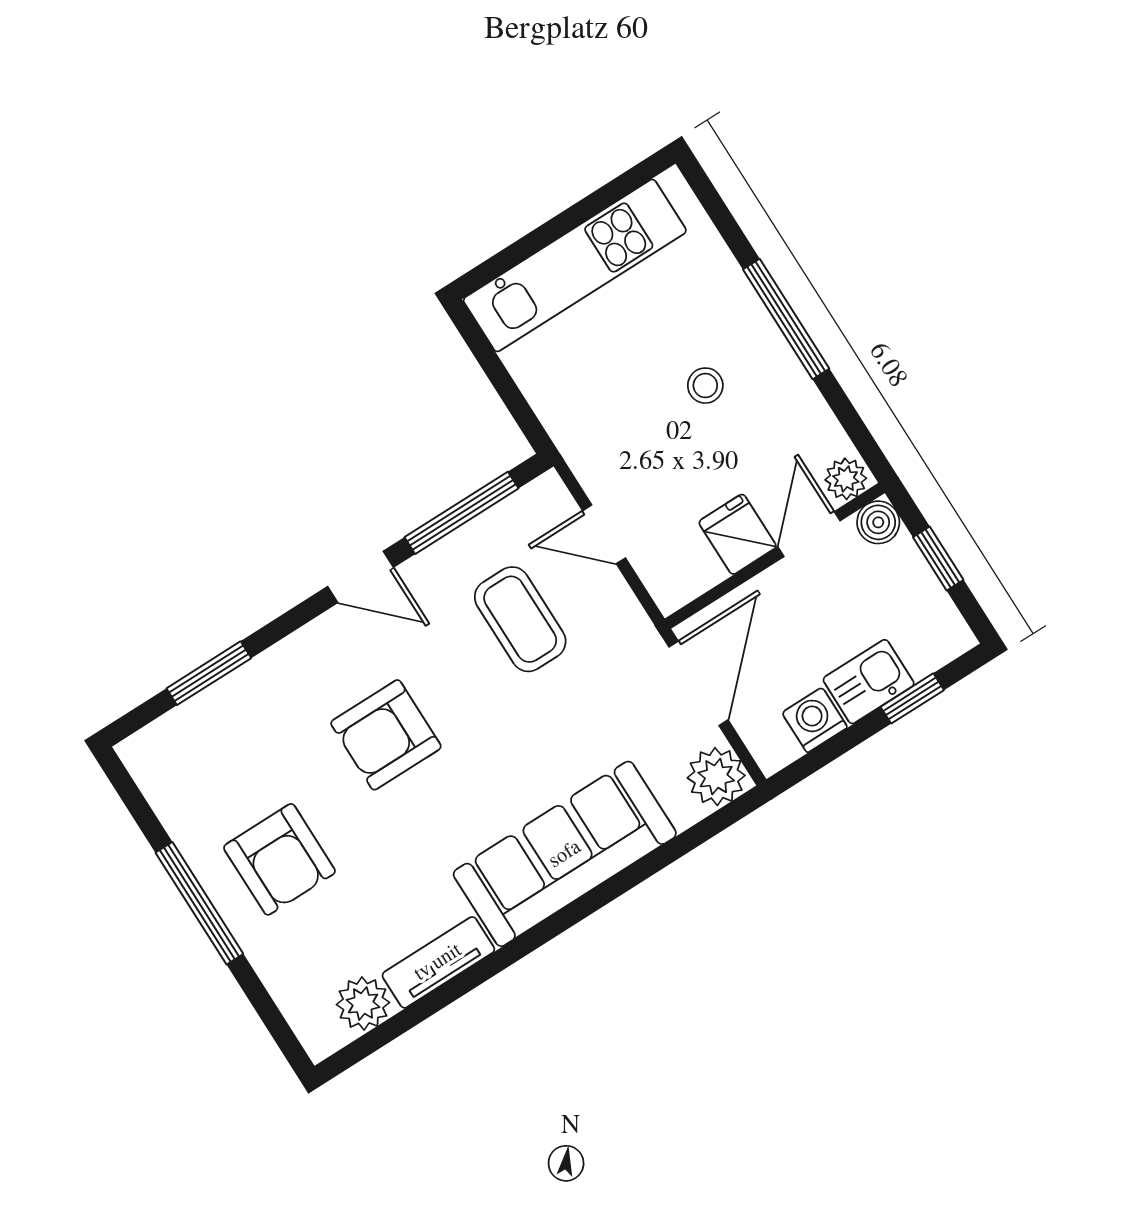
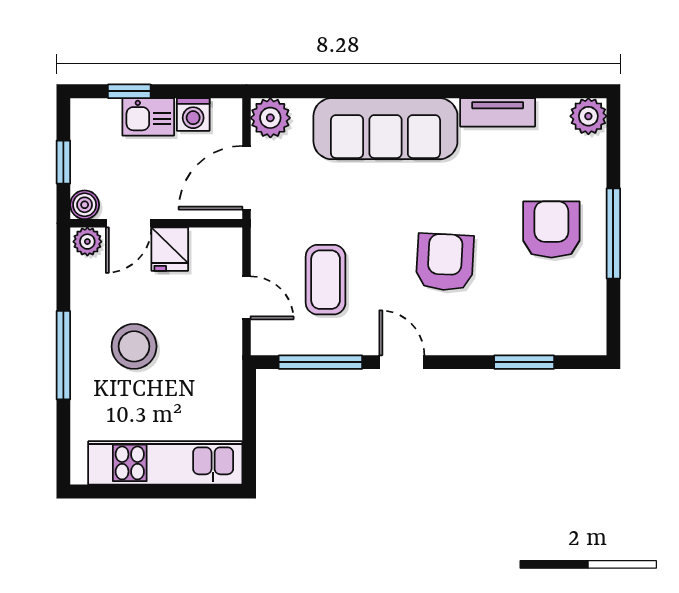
stool: (705, 386) -> (134, 346), width x1.89, depth x1.89
armchair: (386, 735) -> (445, 262), turned -87
plant: (363, 1004) -> (588, 116), moved

